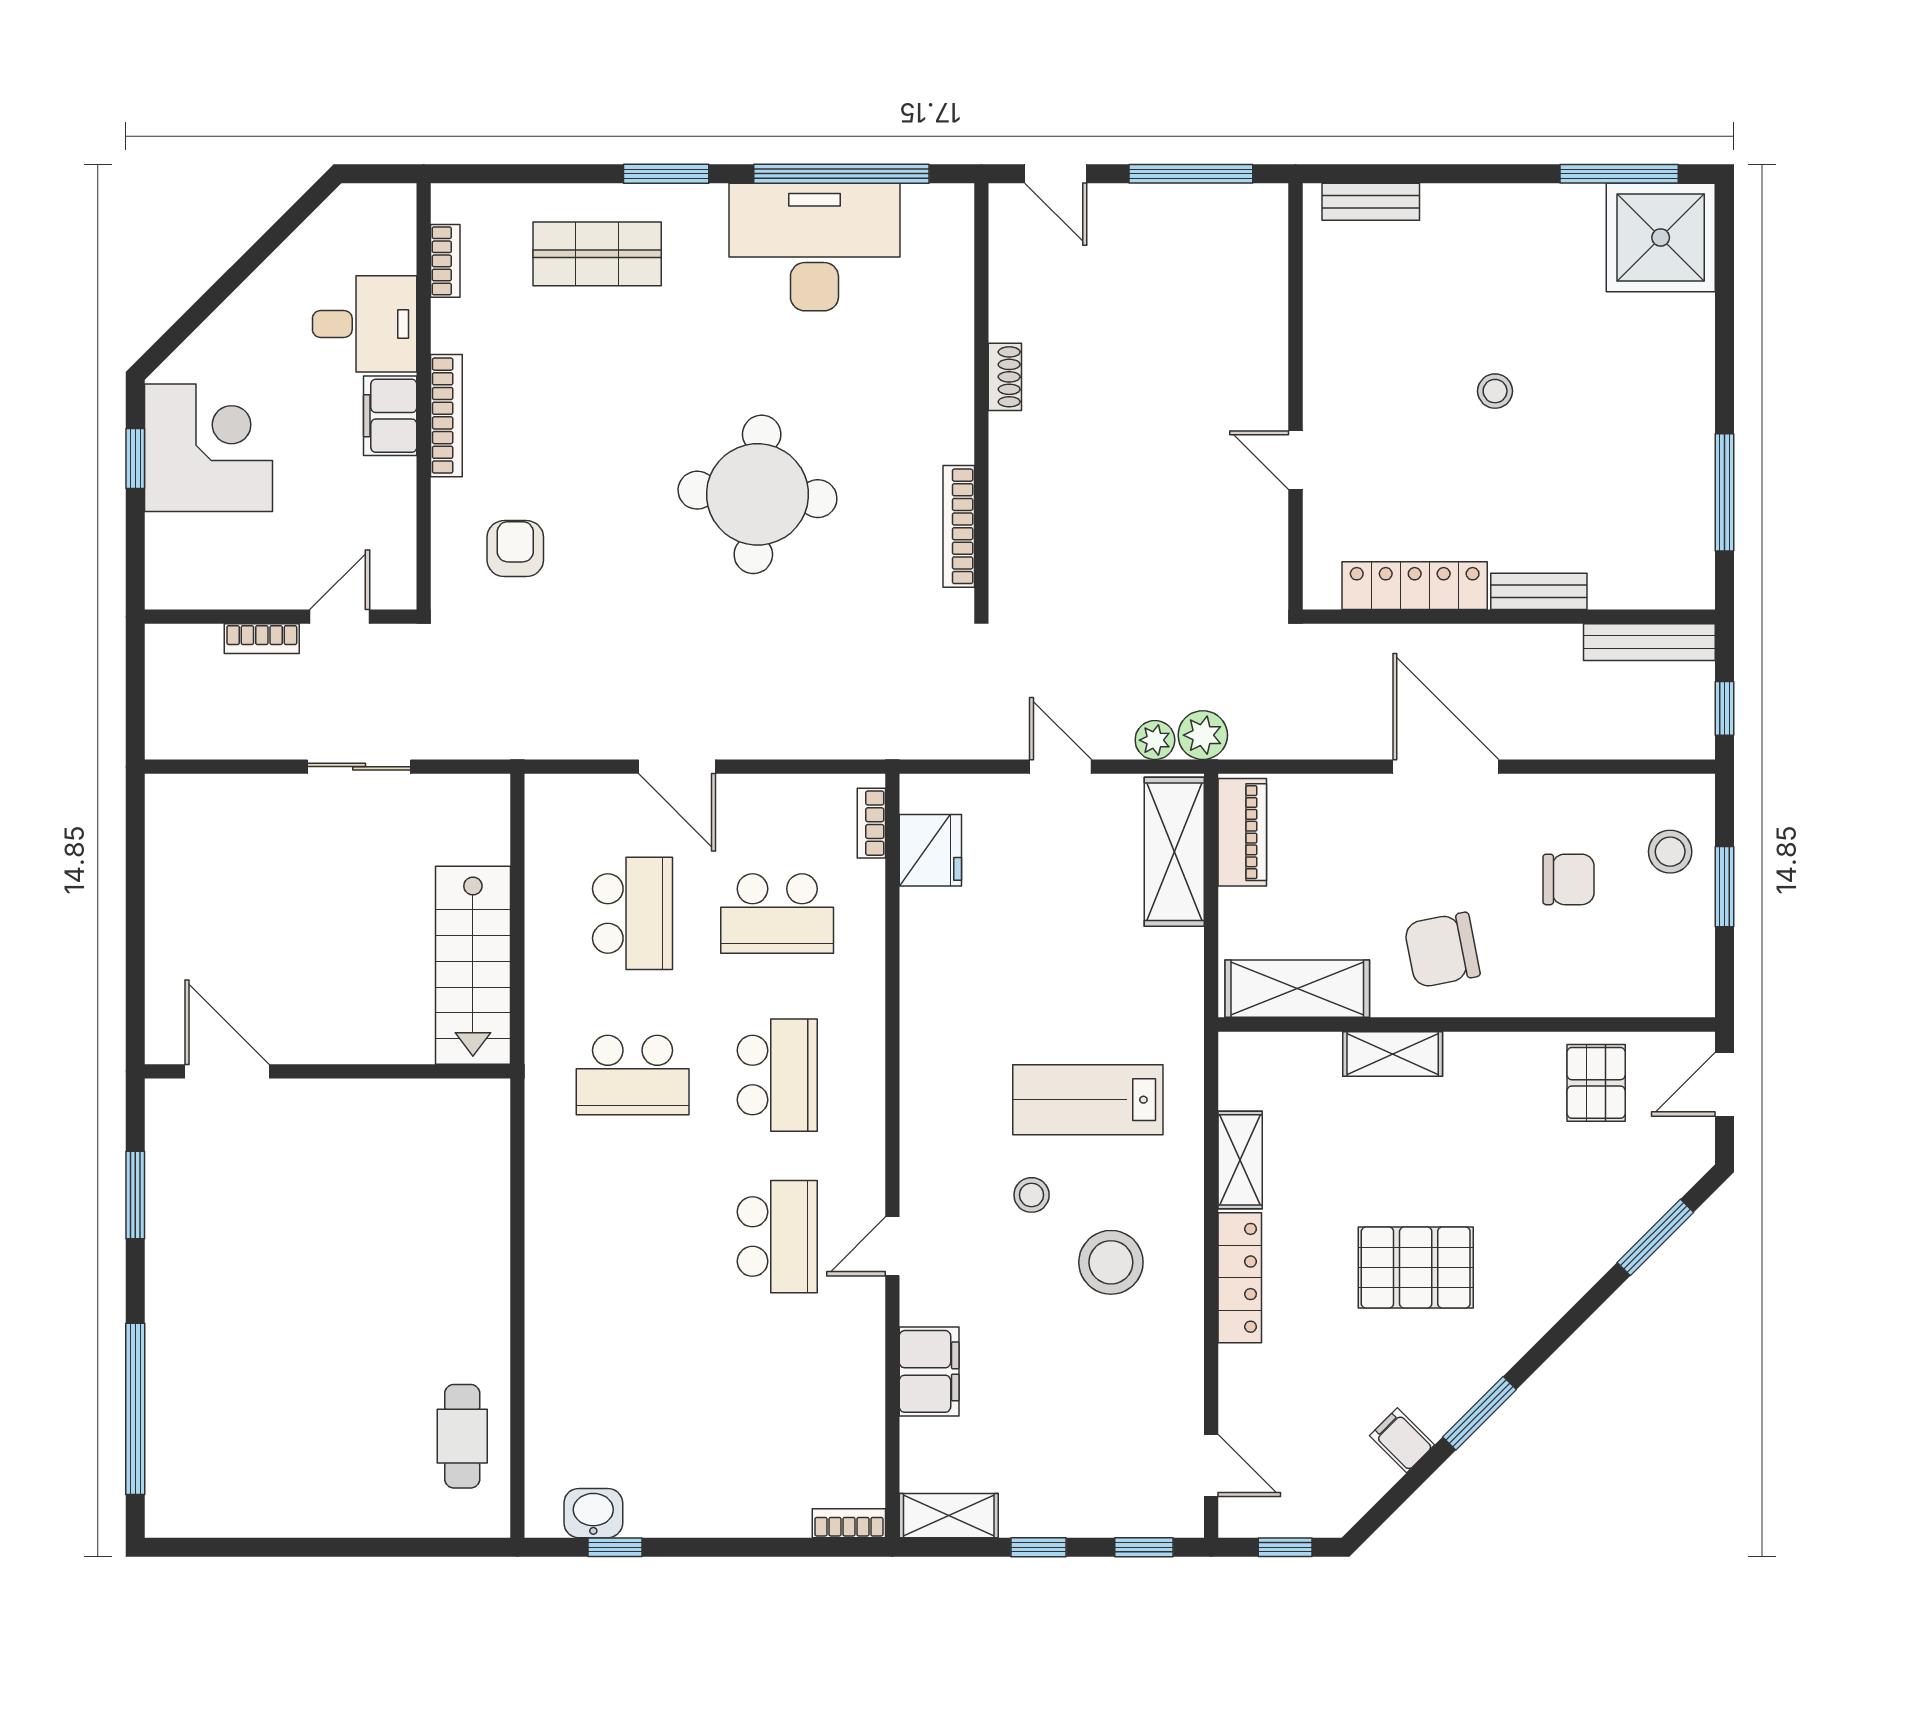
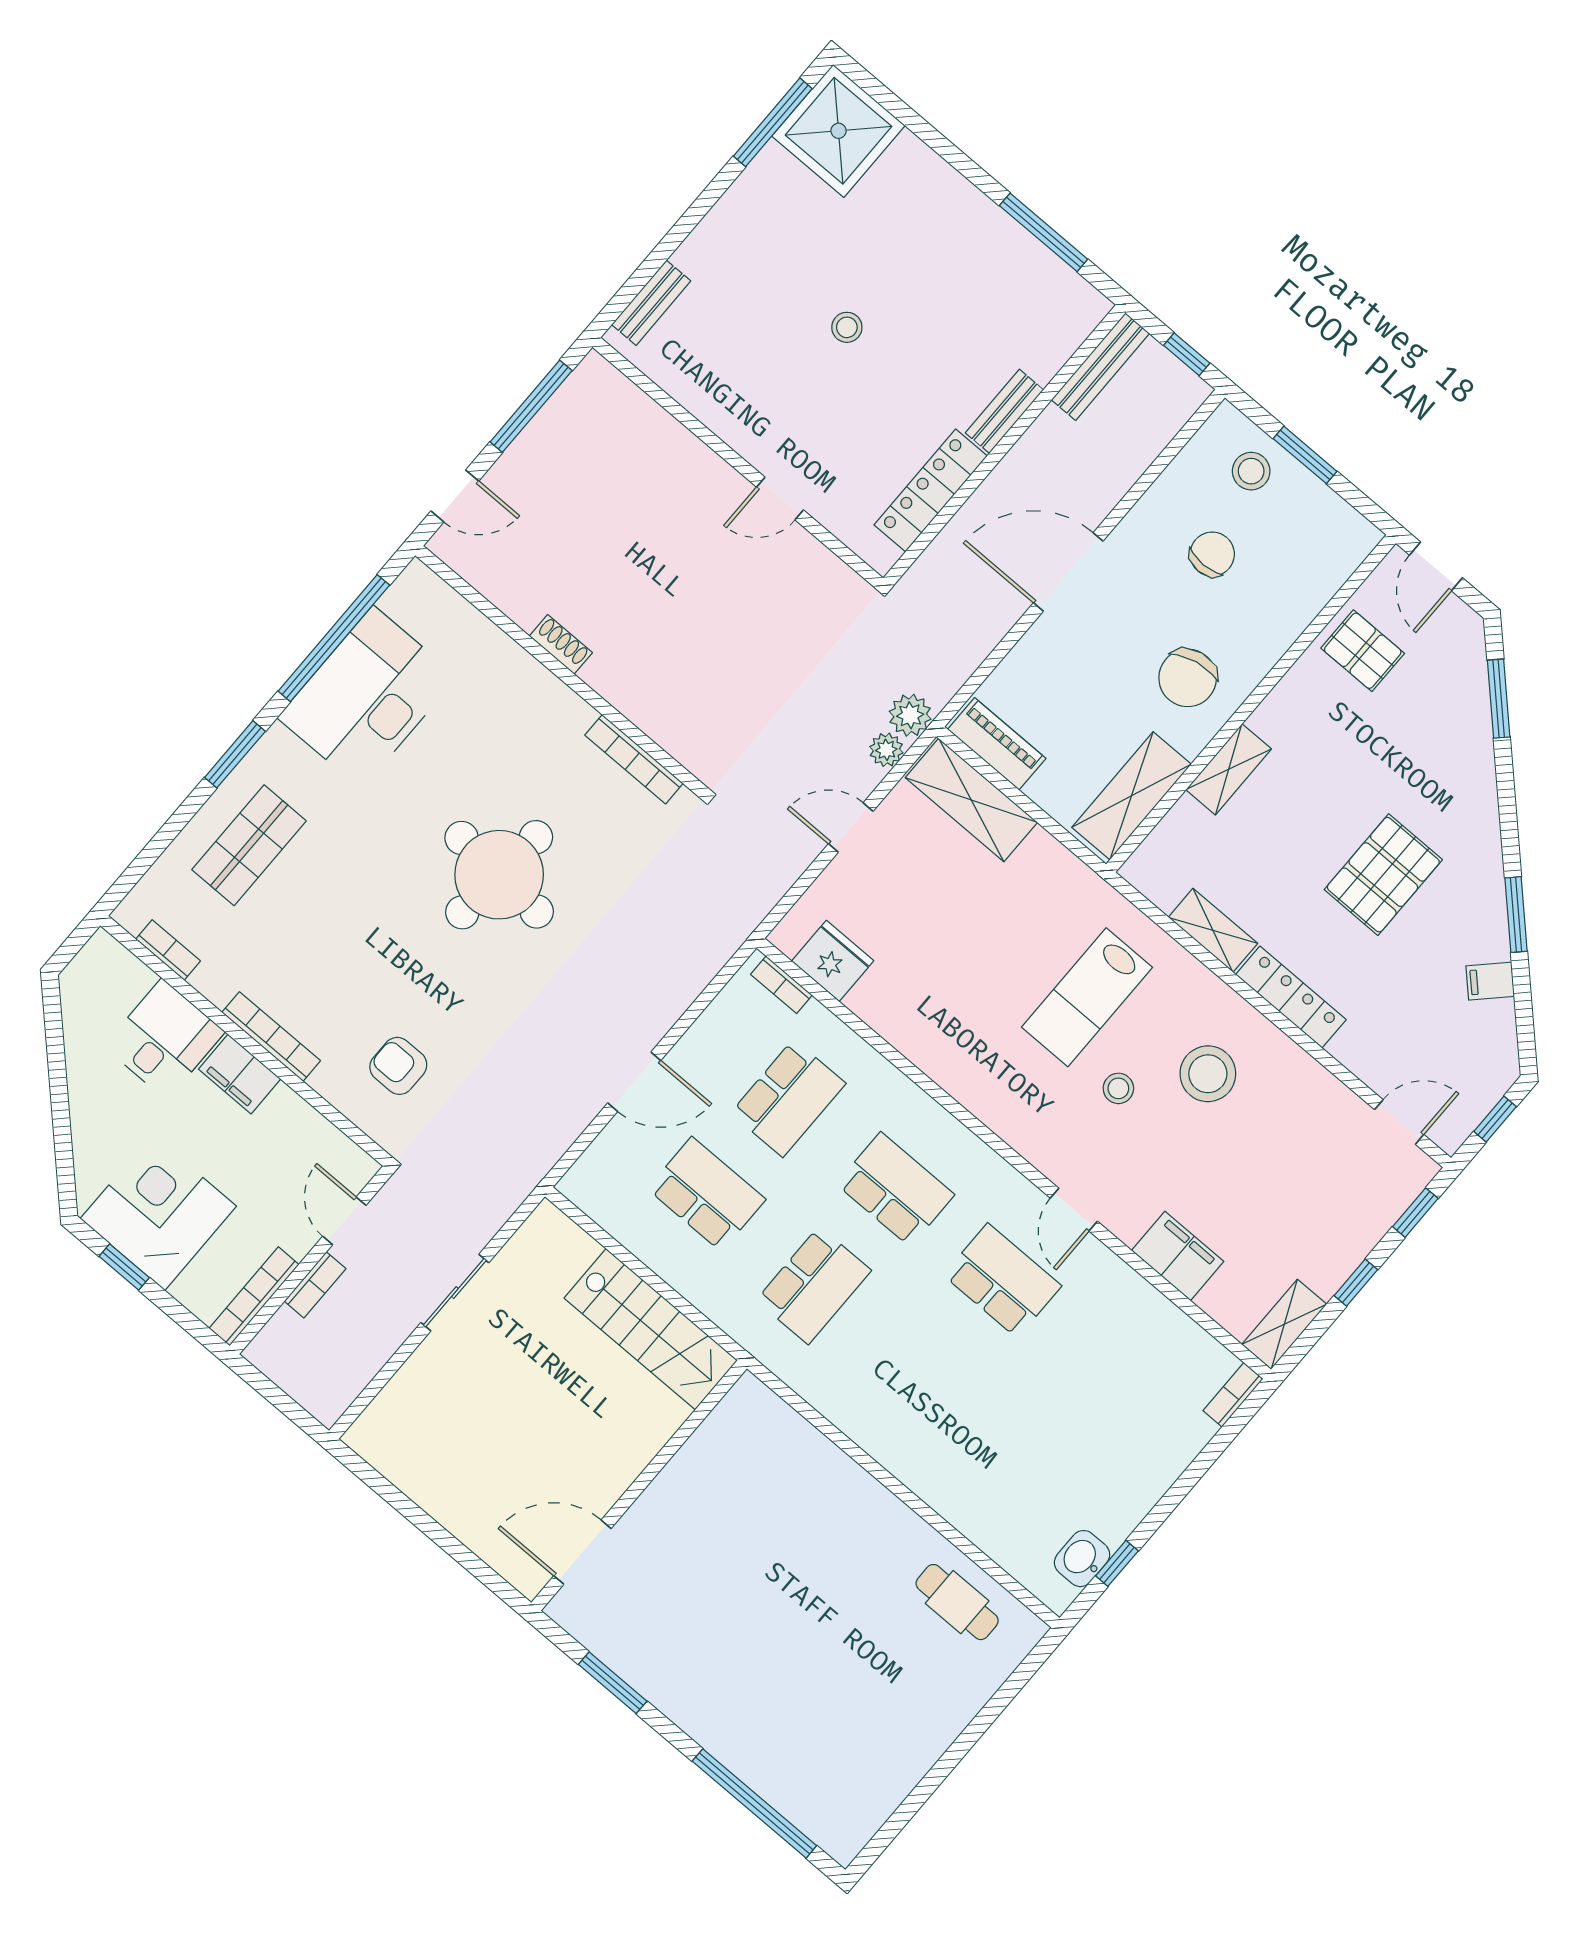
bookcase: (206, 594) -> (254, 1296), added

